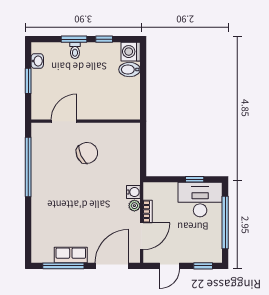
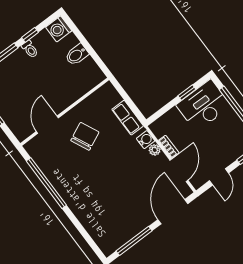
toilet: (75, 50) -> (30, 49), moved
bidet: (130, 70) -> (77, 55), moved
row of seats: (71, 255) -> (128, 118), moved, turned -90

